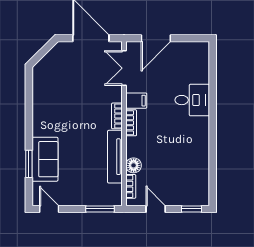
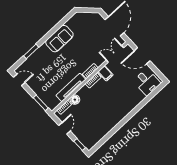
desk: (192, 100) -> (147, 82), moved
sofa: (45, 159) -> (59, 39), moved
door: (49, 209) -> (19, 80), hinge flipped

